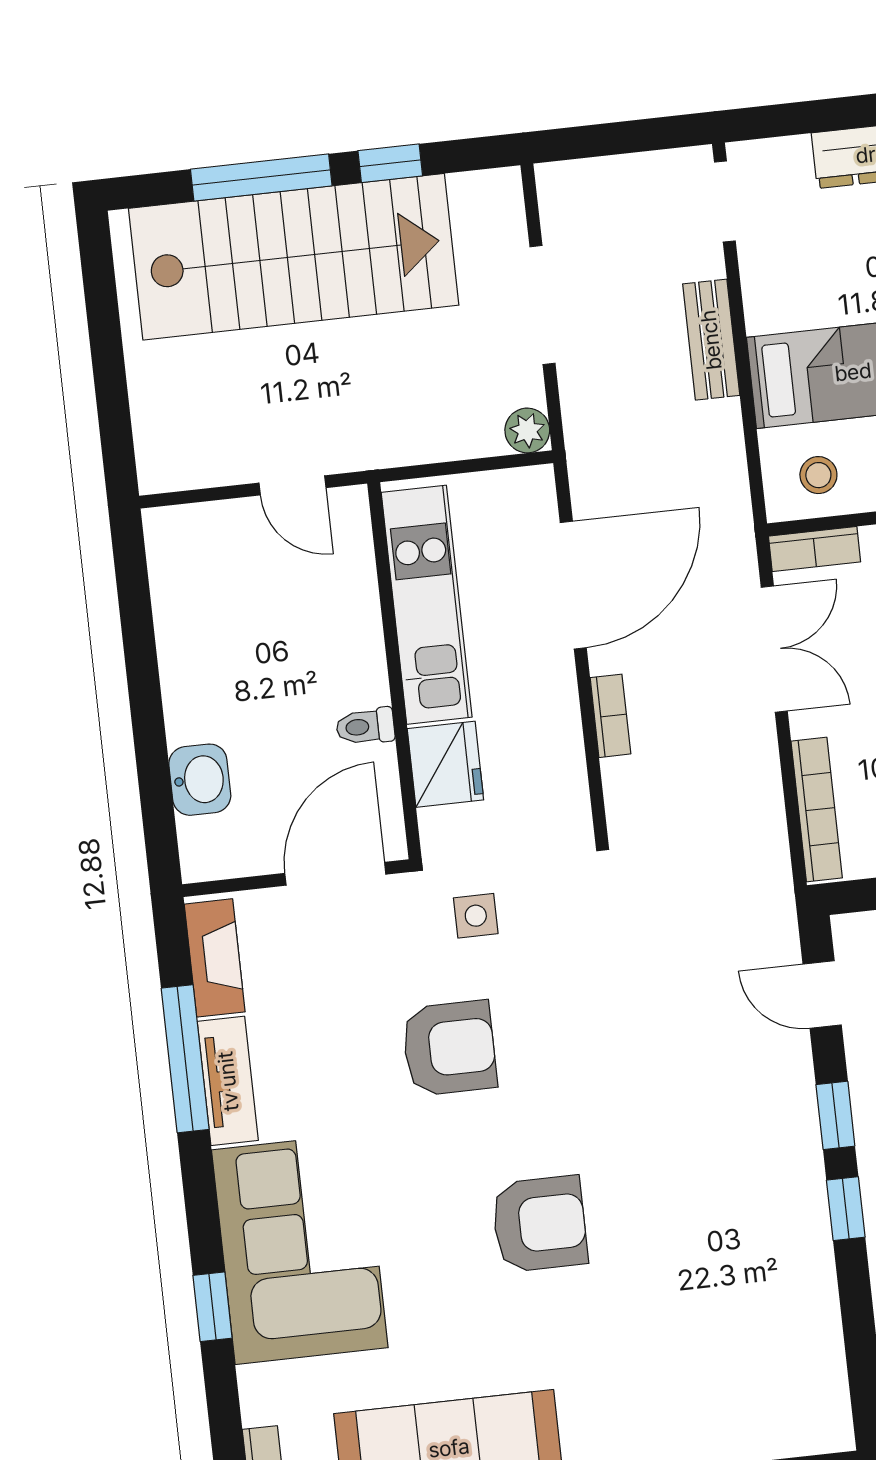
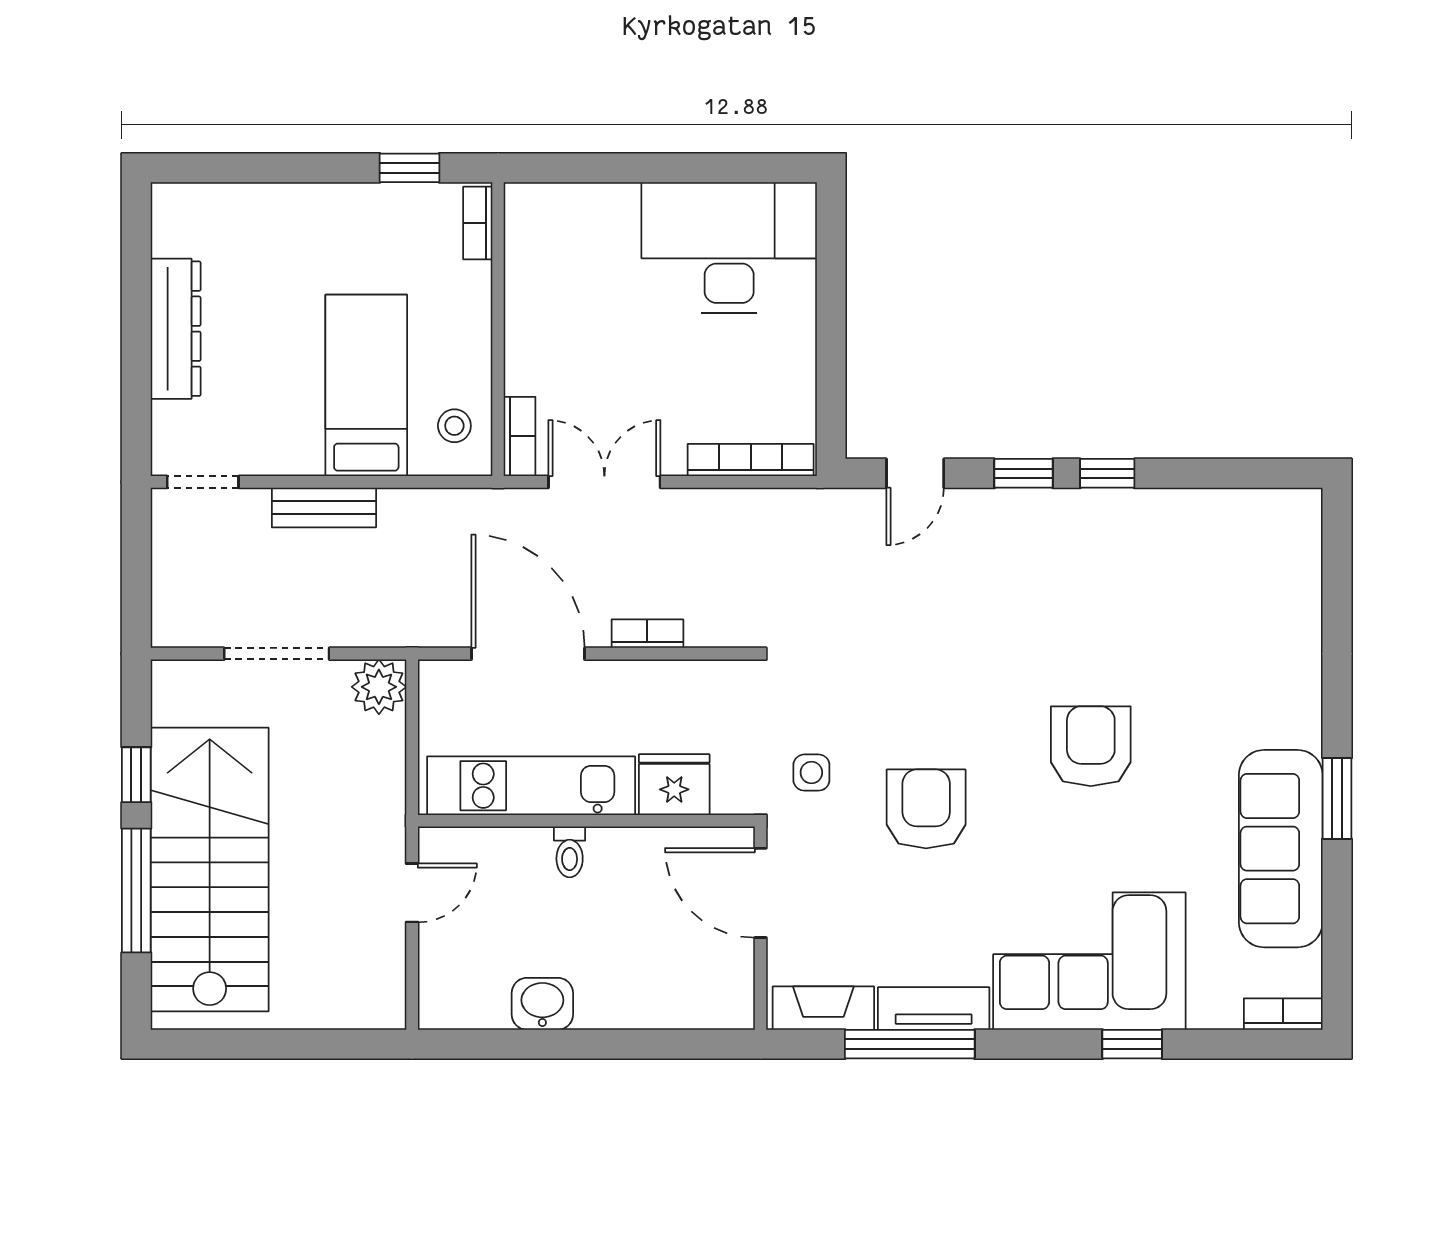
plant: (527, 430) -> (379, 687), width x1.38, depth x1.38
toilet: (365, 726) -> (570, 852), moved
washbasin: (200, 780) -> (542, 1004), moved

